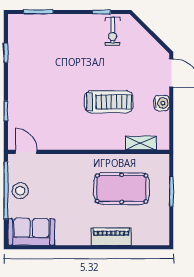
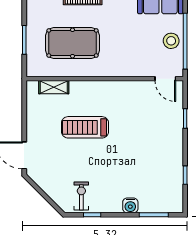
water cooler: (162, 103) -> (130, 205), moved, turned -90

